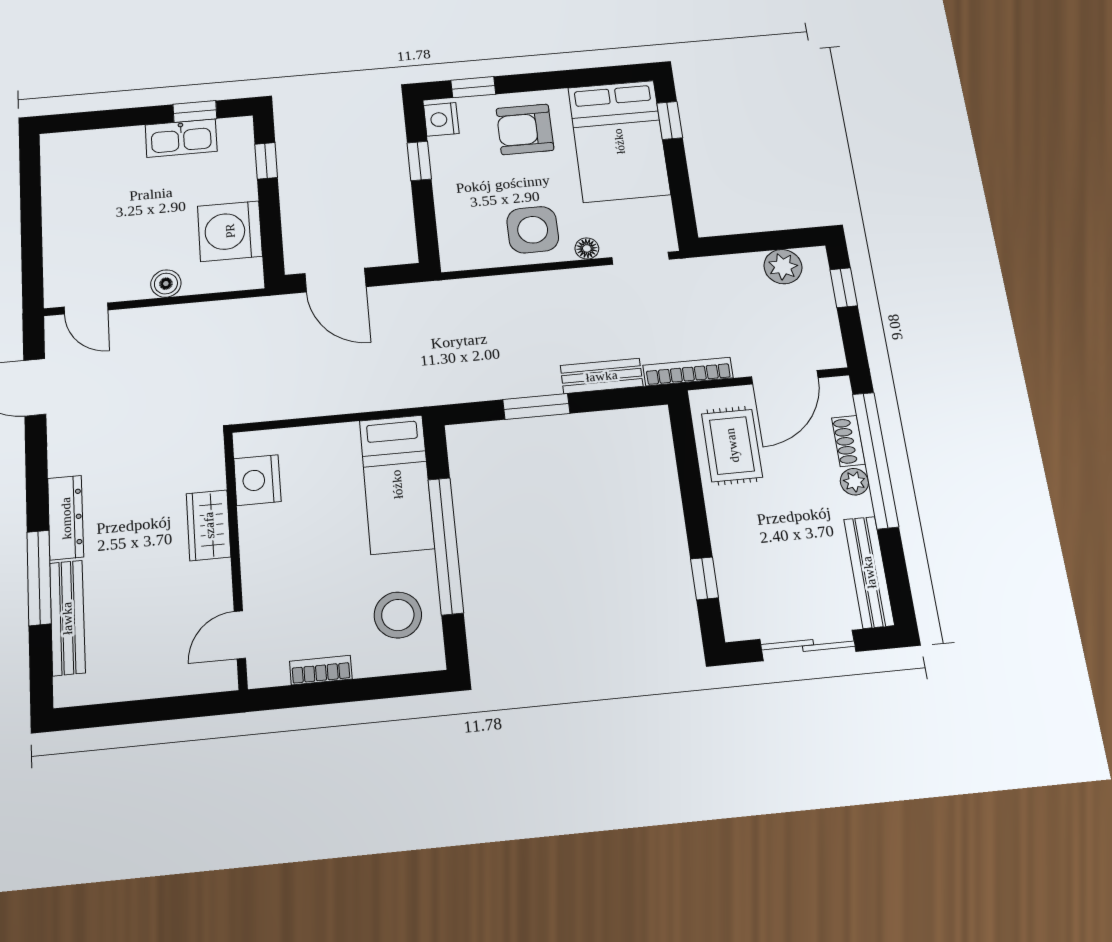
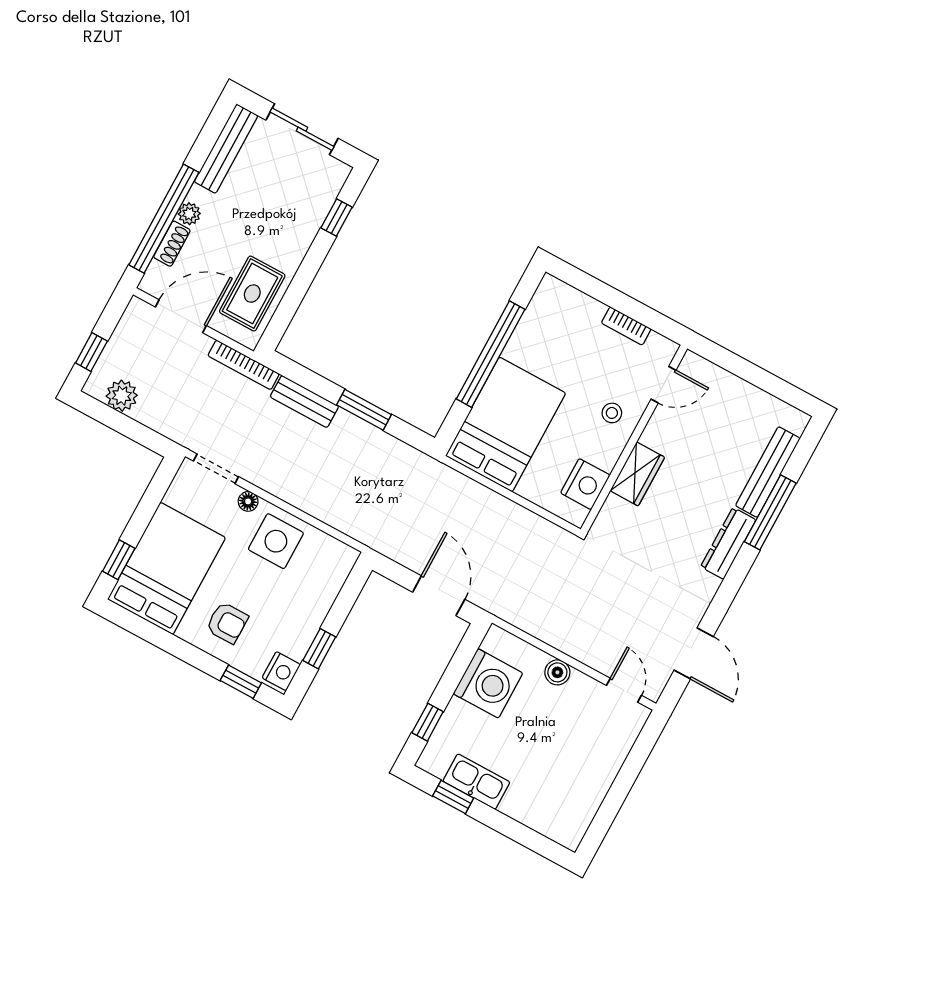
armchair: (525, 129) -> (227, 623), width x0.72, depth x0.72
bed: (397, 484) -> (506, 424), width x1.50
stool: (398, 615) -> (612, 413), moved, width x0.53, depth x0.53

